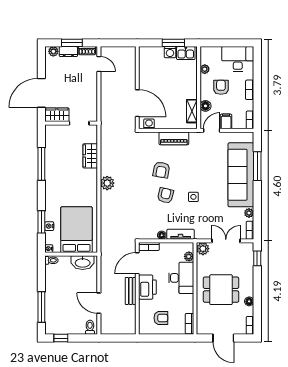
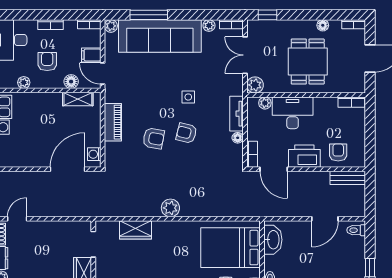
armchair: (221, 87) -> (47, 62), turned 90
plant: (249, 137) -> (111, 26), added
bench: (131, 291) -> (348, 178), moved
armchair: (161, 318) -> (338, 152), moved

